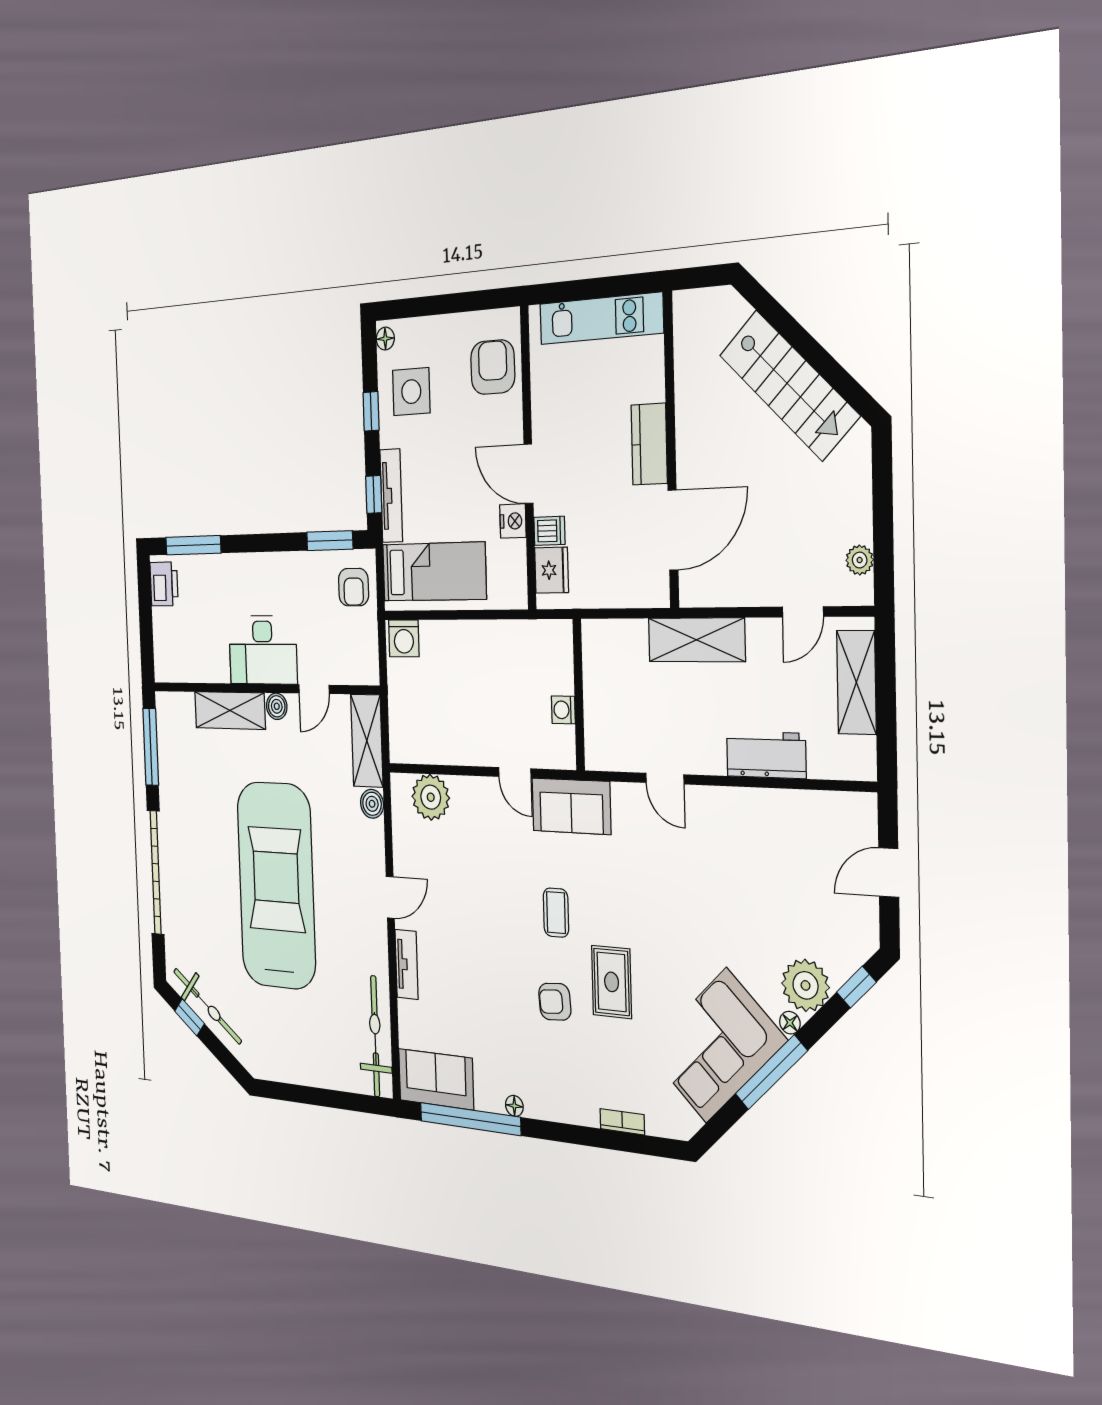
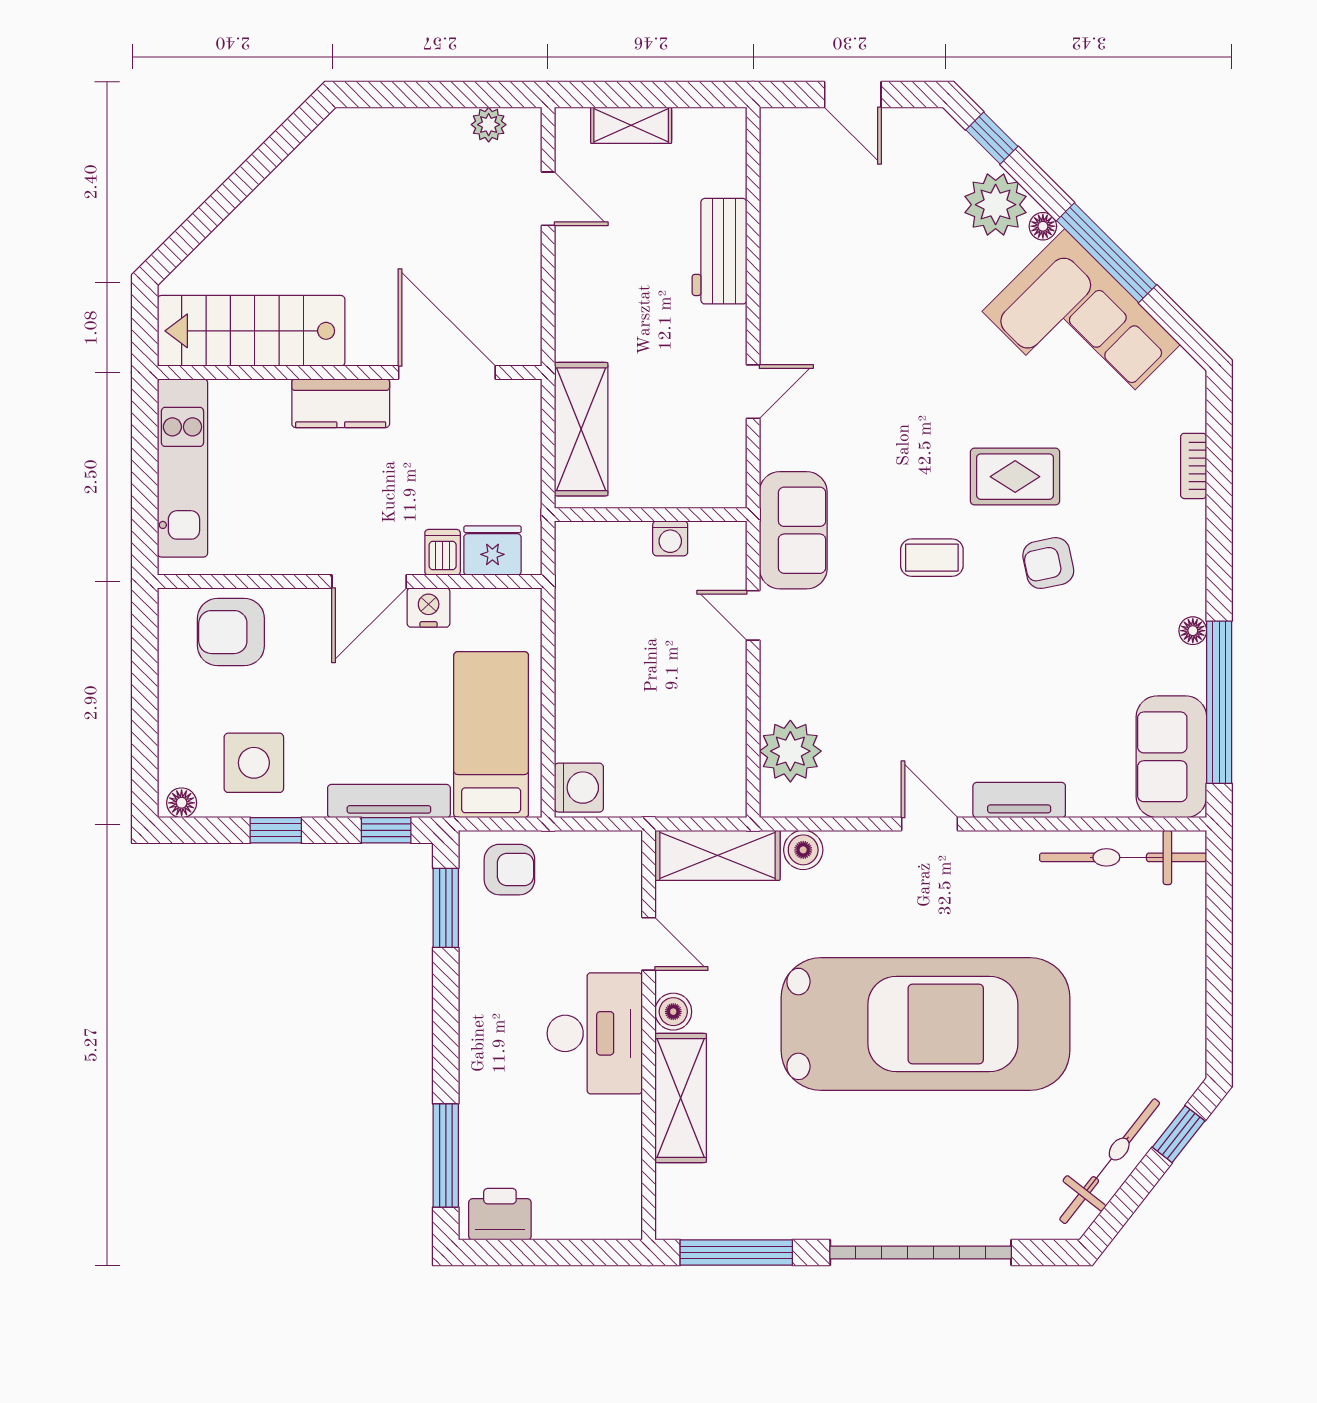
stairs: (789, 385) -> (251, 331), moved, turned -135
shelving: (696, 640) -> (581, 429), moved
shelving: (856, 682) -> (631, 125), width x0.67, depth x0.75
door: (515, 773) -> (753, 615), swing flipped
car: (276, 885) -> (926, 1024), turned 180
armchair: (555, 1002) -> (1048, 563), turned 82
window: (190, 1017) -> (1179, 1134), moved

